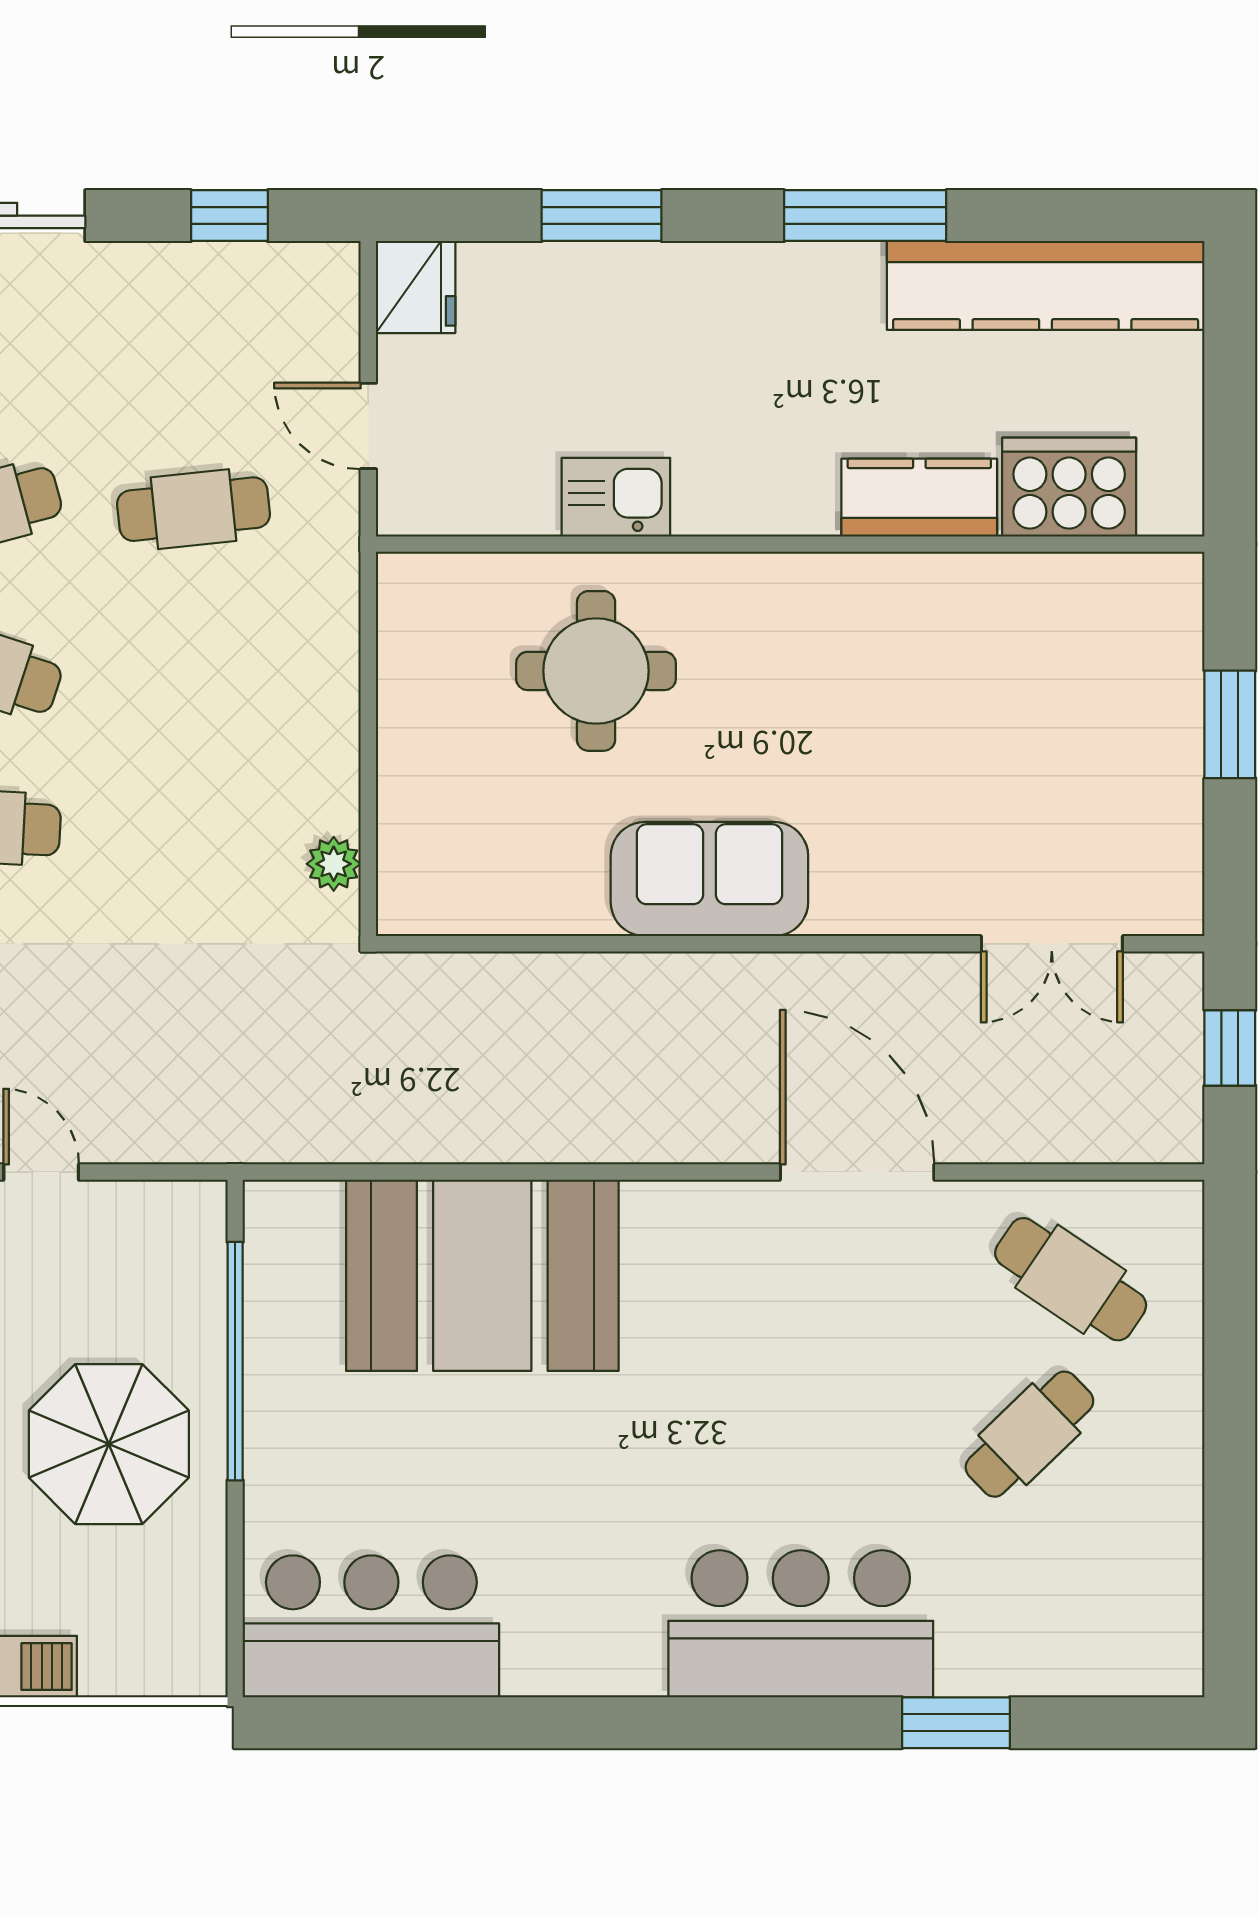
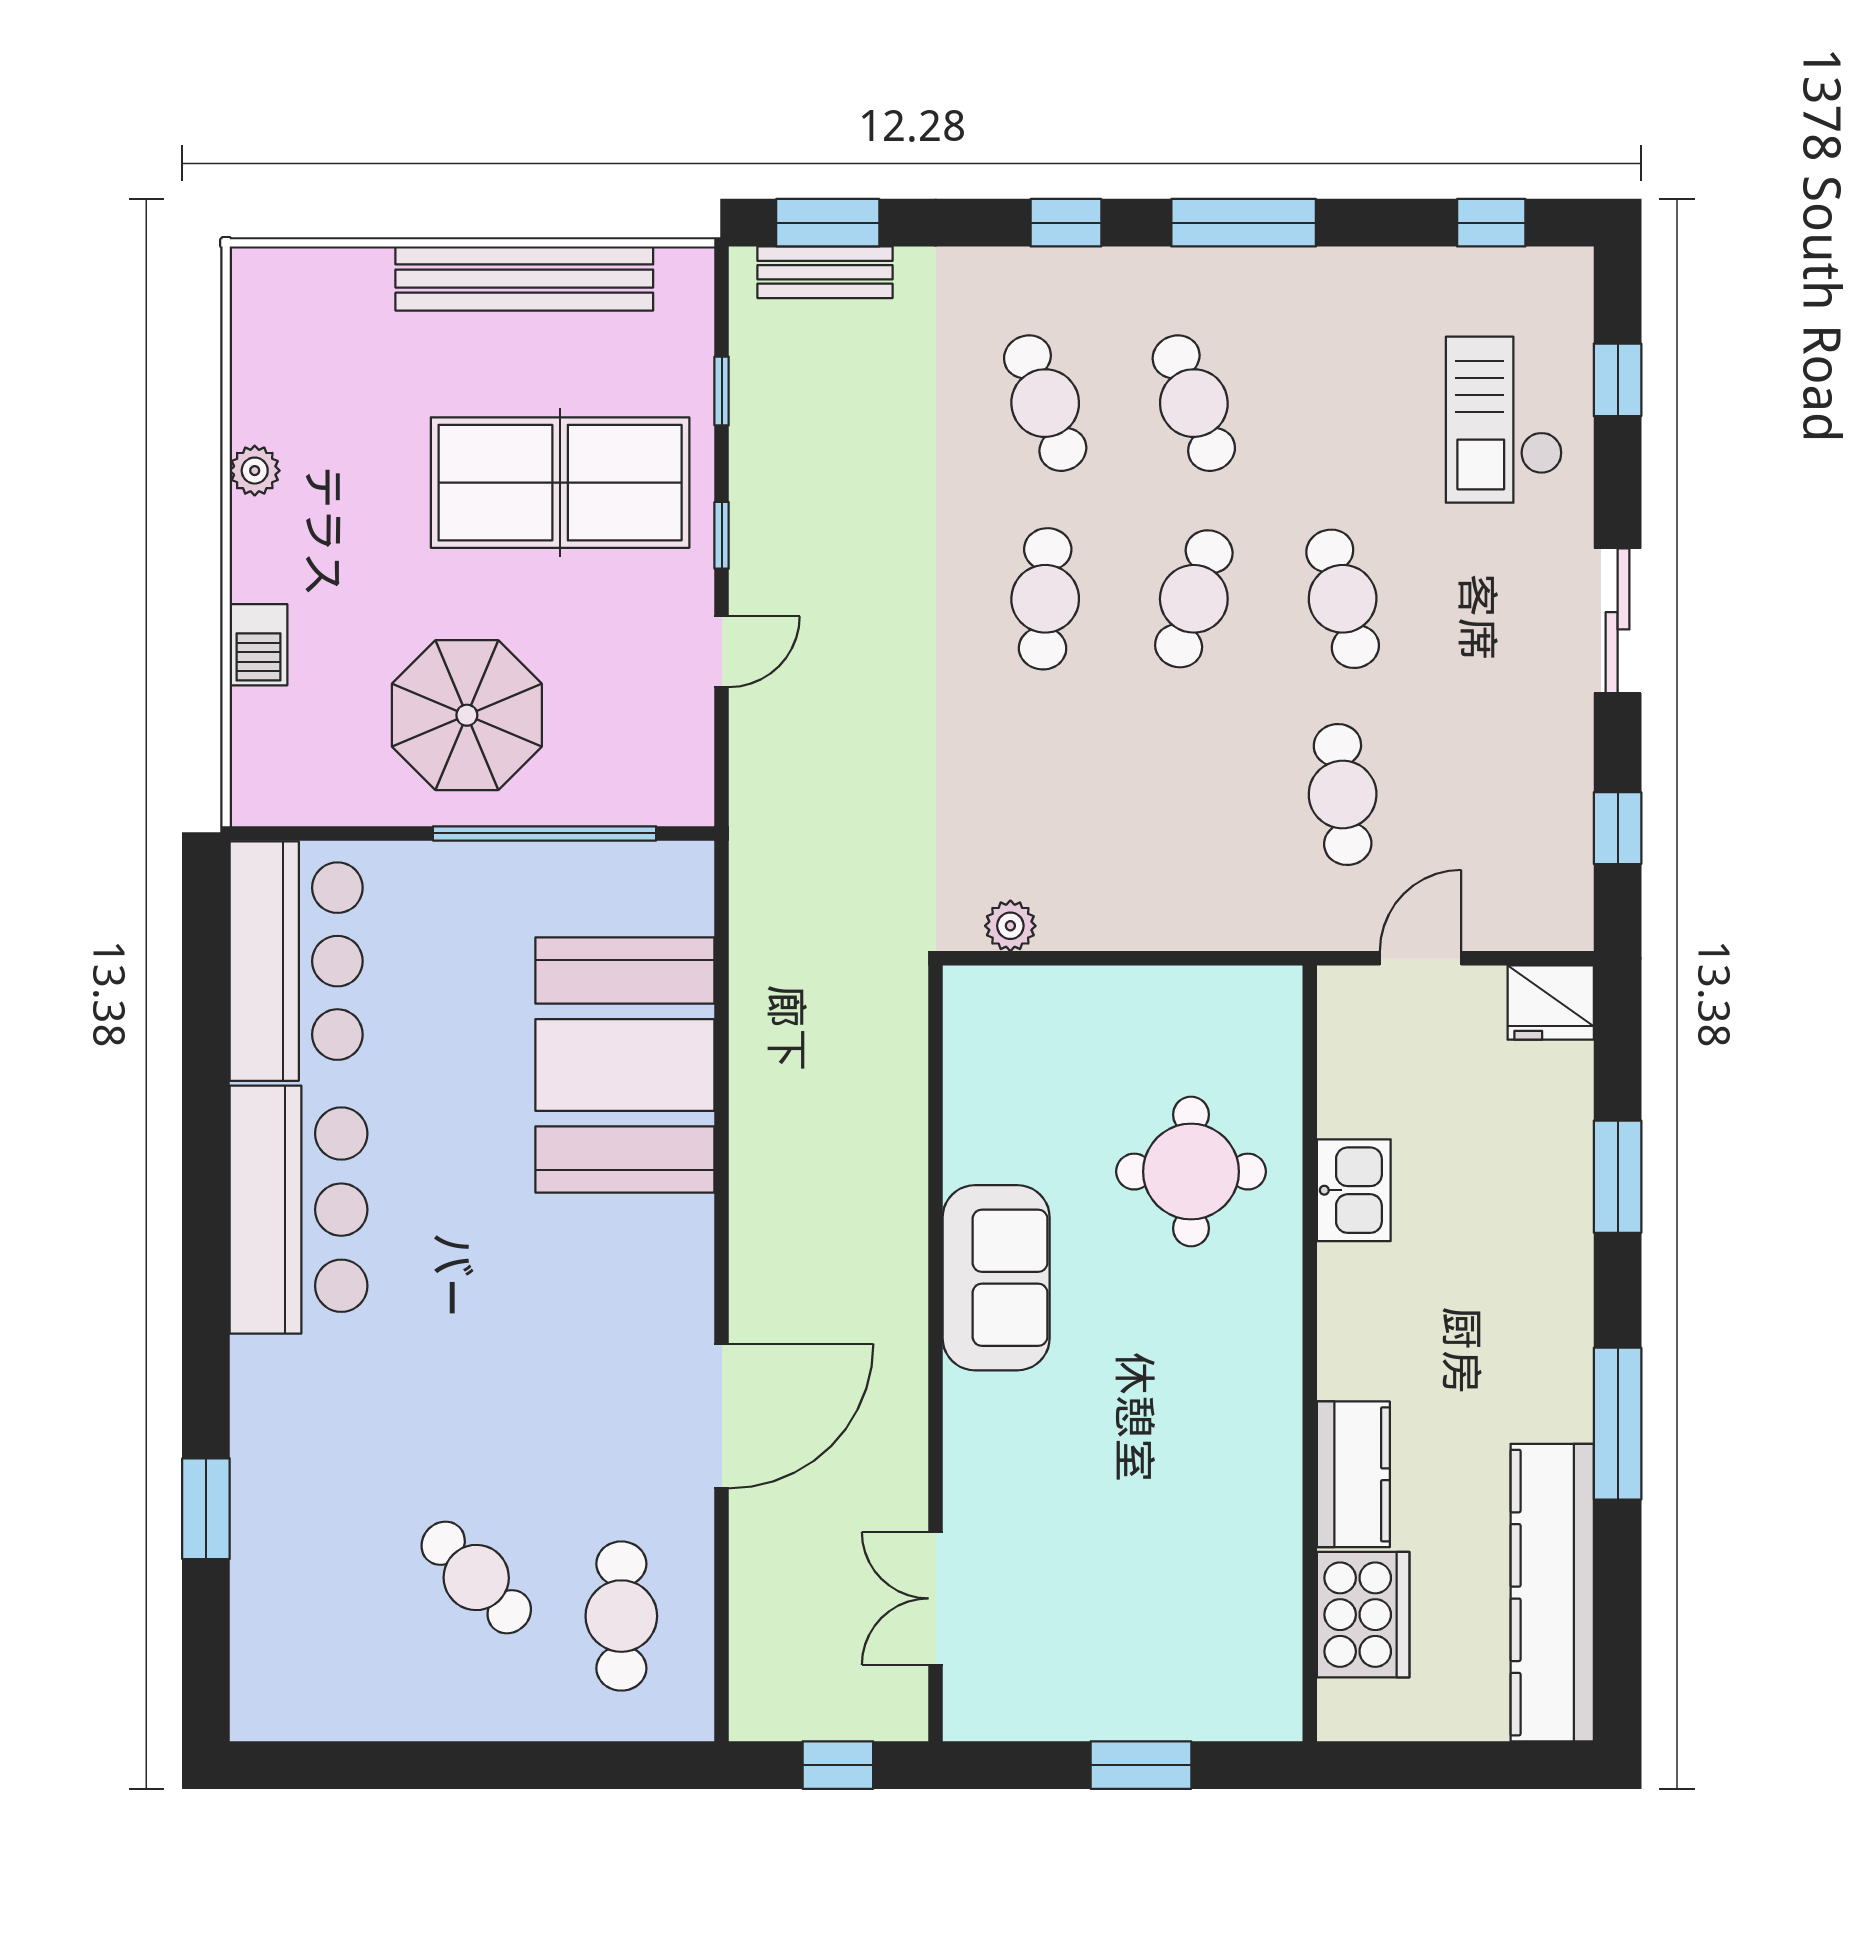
cafe table: (1071, 1279) -> (621, 1616), turned -34
bar counter: (801, 1624) -> (299, 1210), moved

